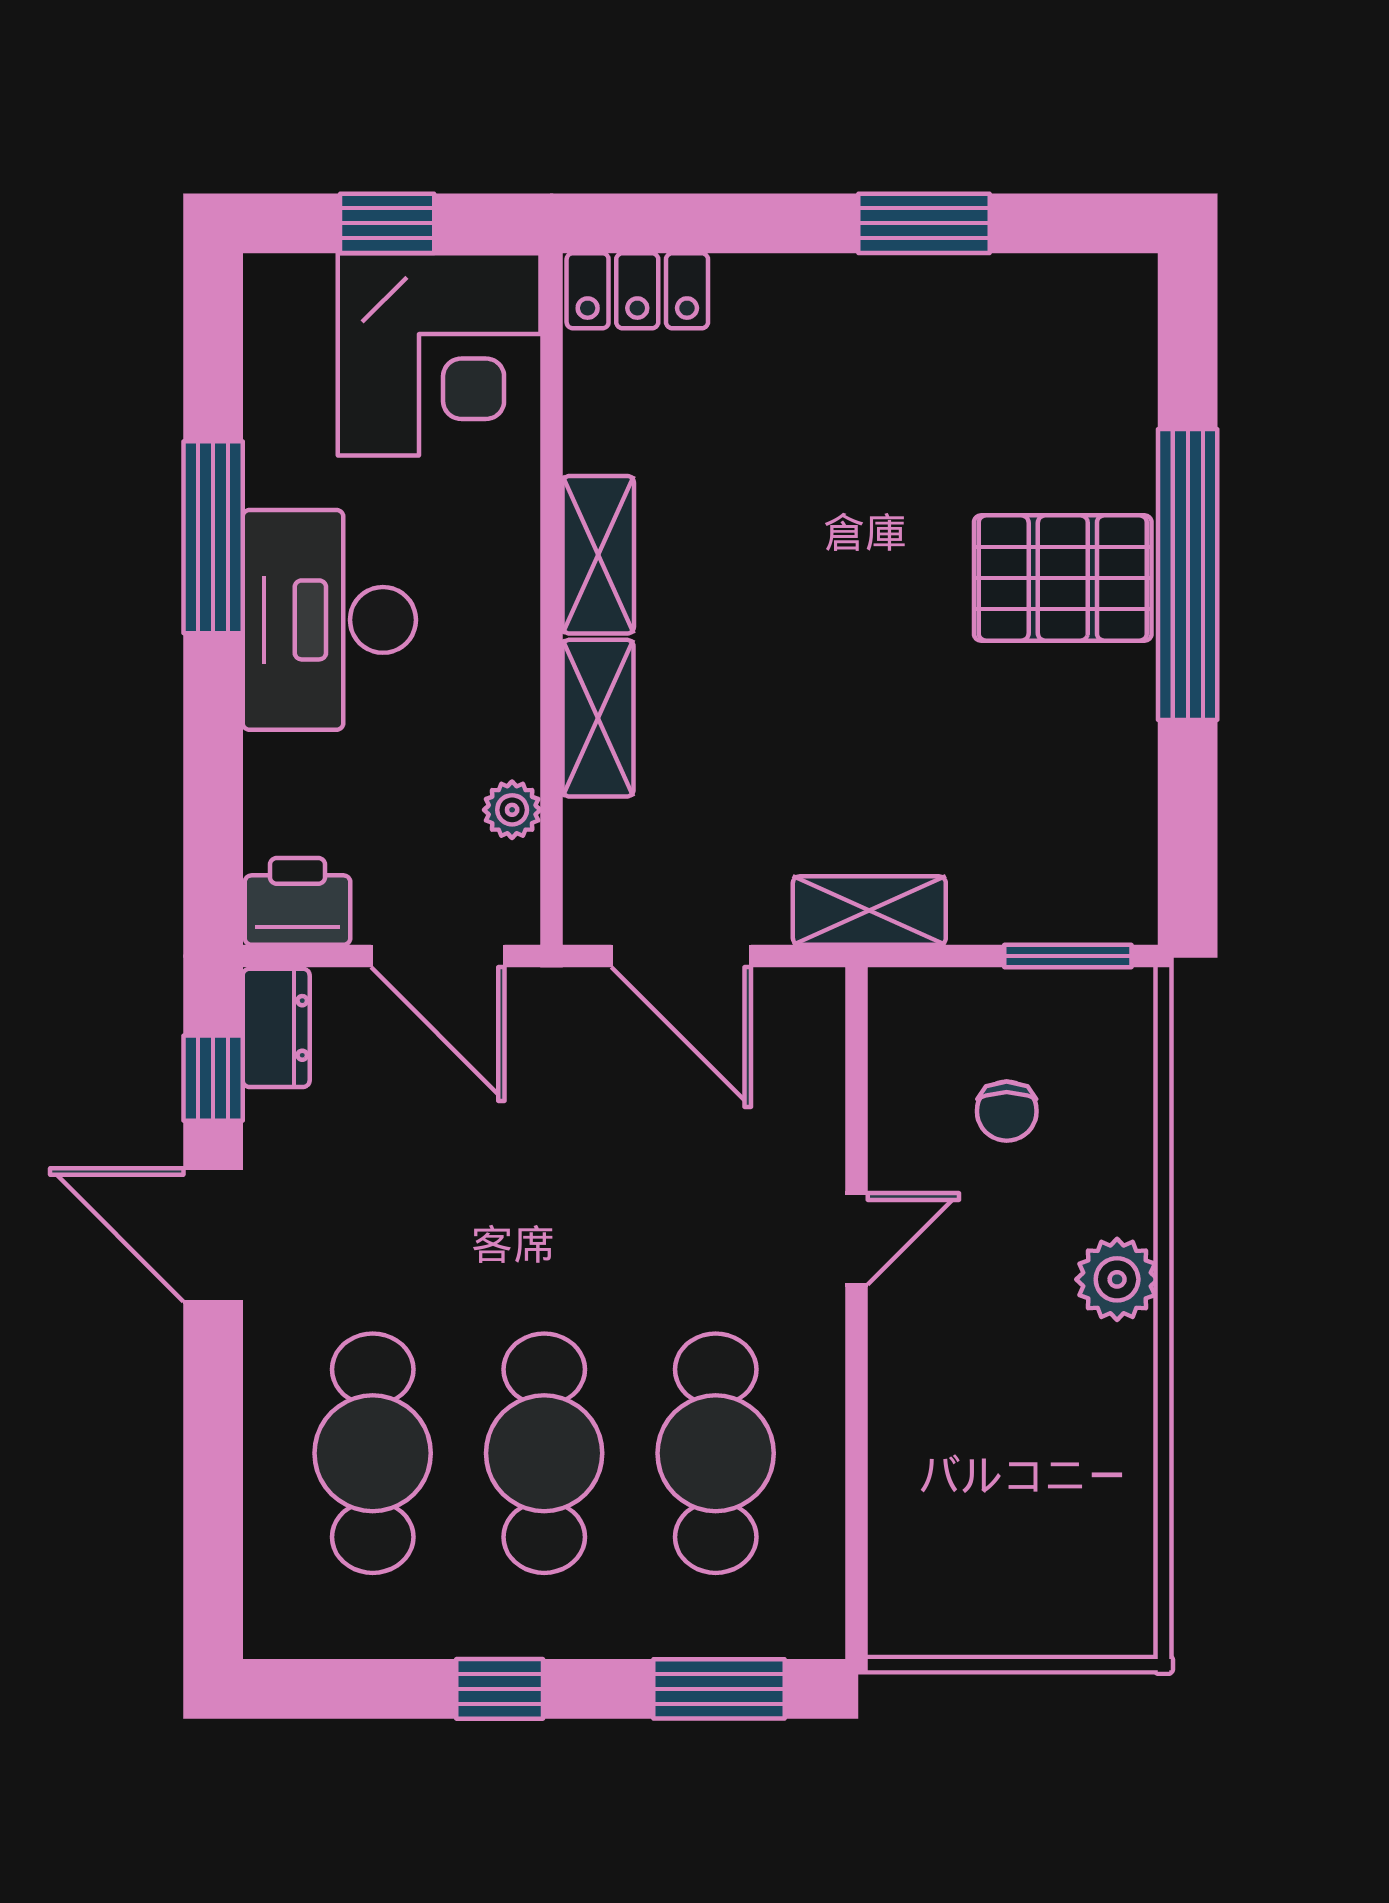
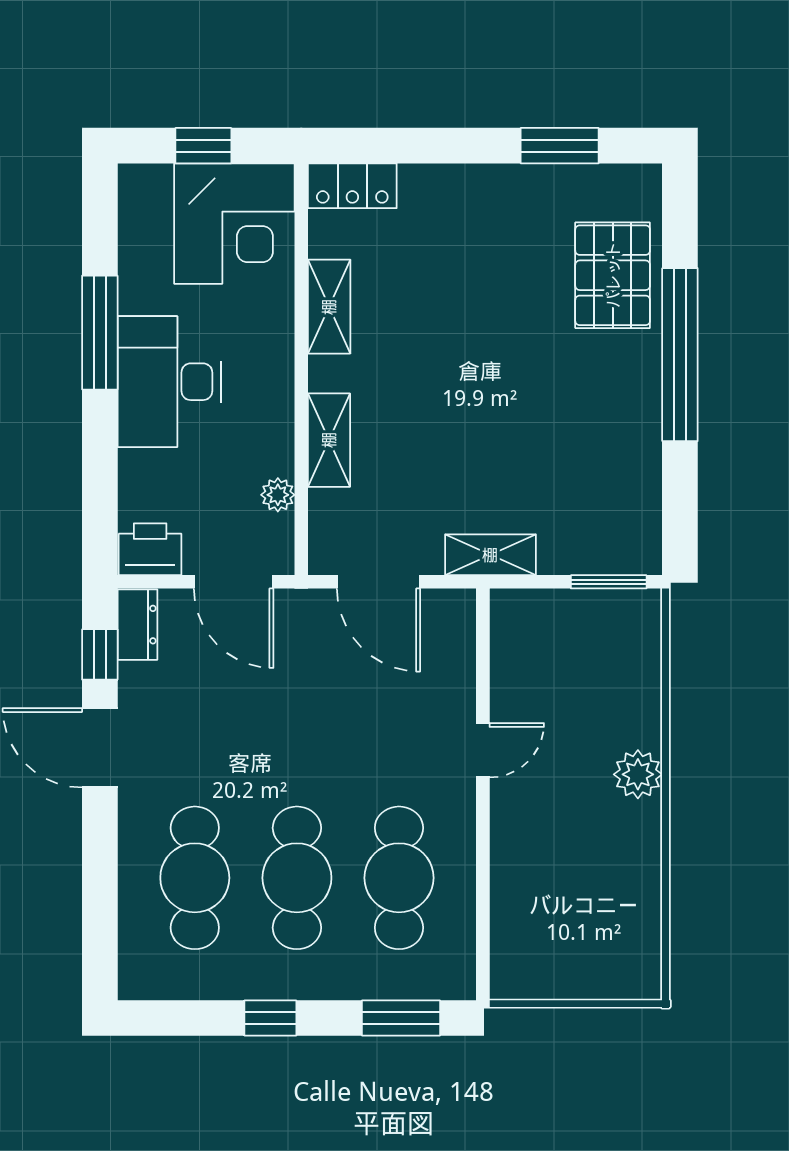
window: (924, 223) -> (560, 146), moved
shelving: (598, 555) -> (329, 307), moved
pallet: (1063, 578) -> (613, 275), moved, turned 90
chair: (1007, 1111) -> (572, 674), removed

